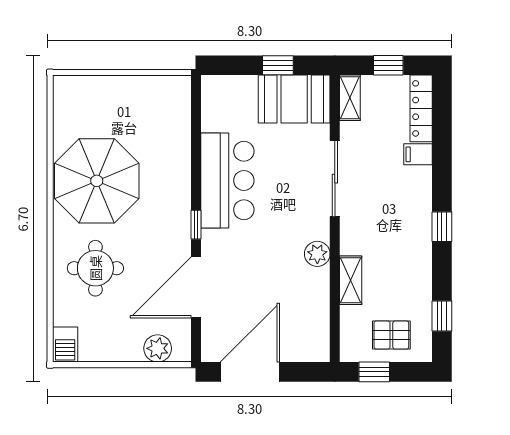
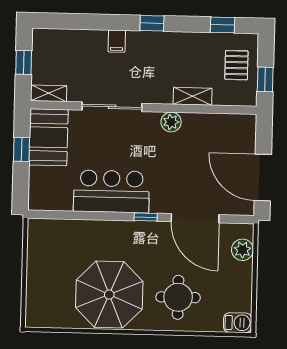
locker: (421, 108) -> (58, 37), removed
filing cabinet: (418, 154) -> (117, 41), moved

